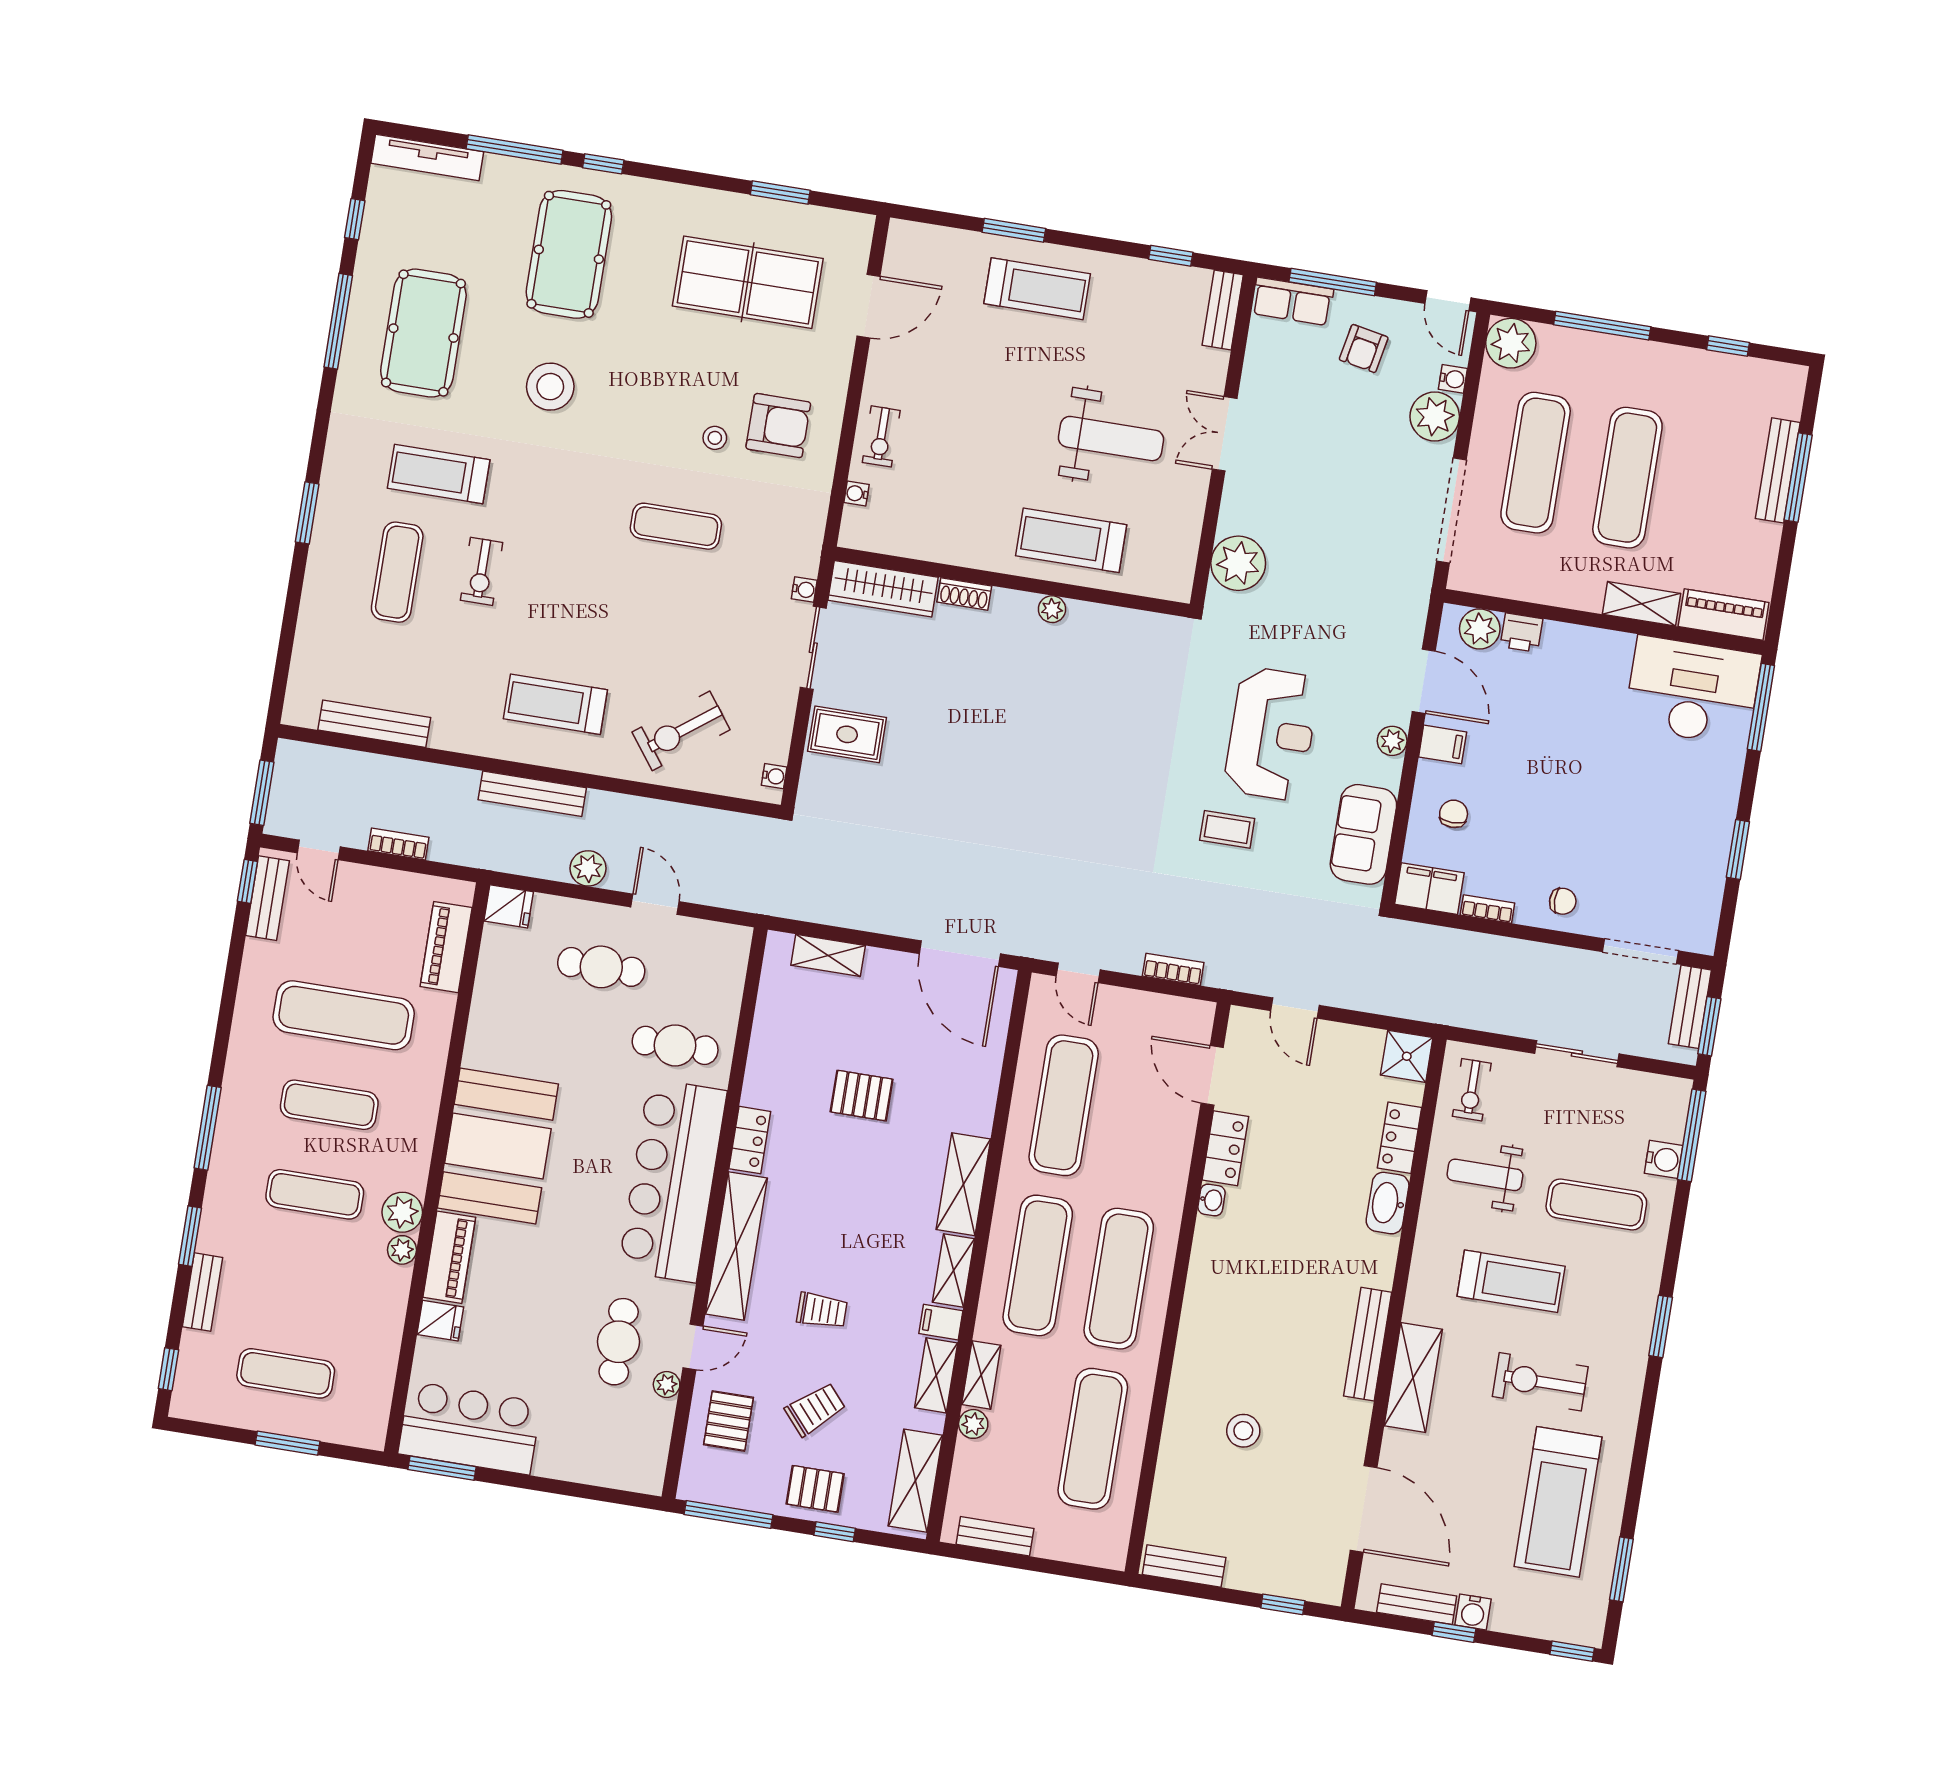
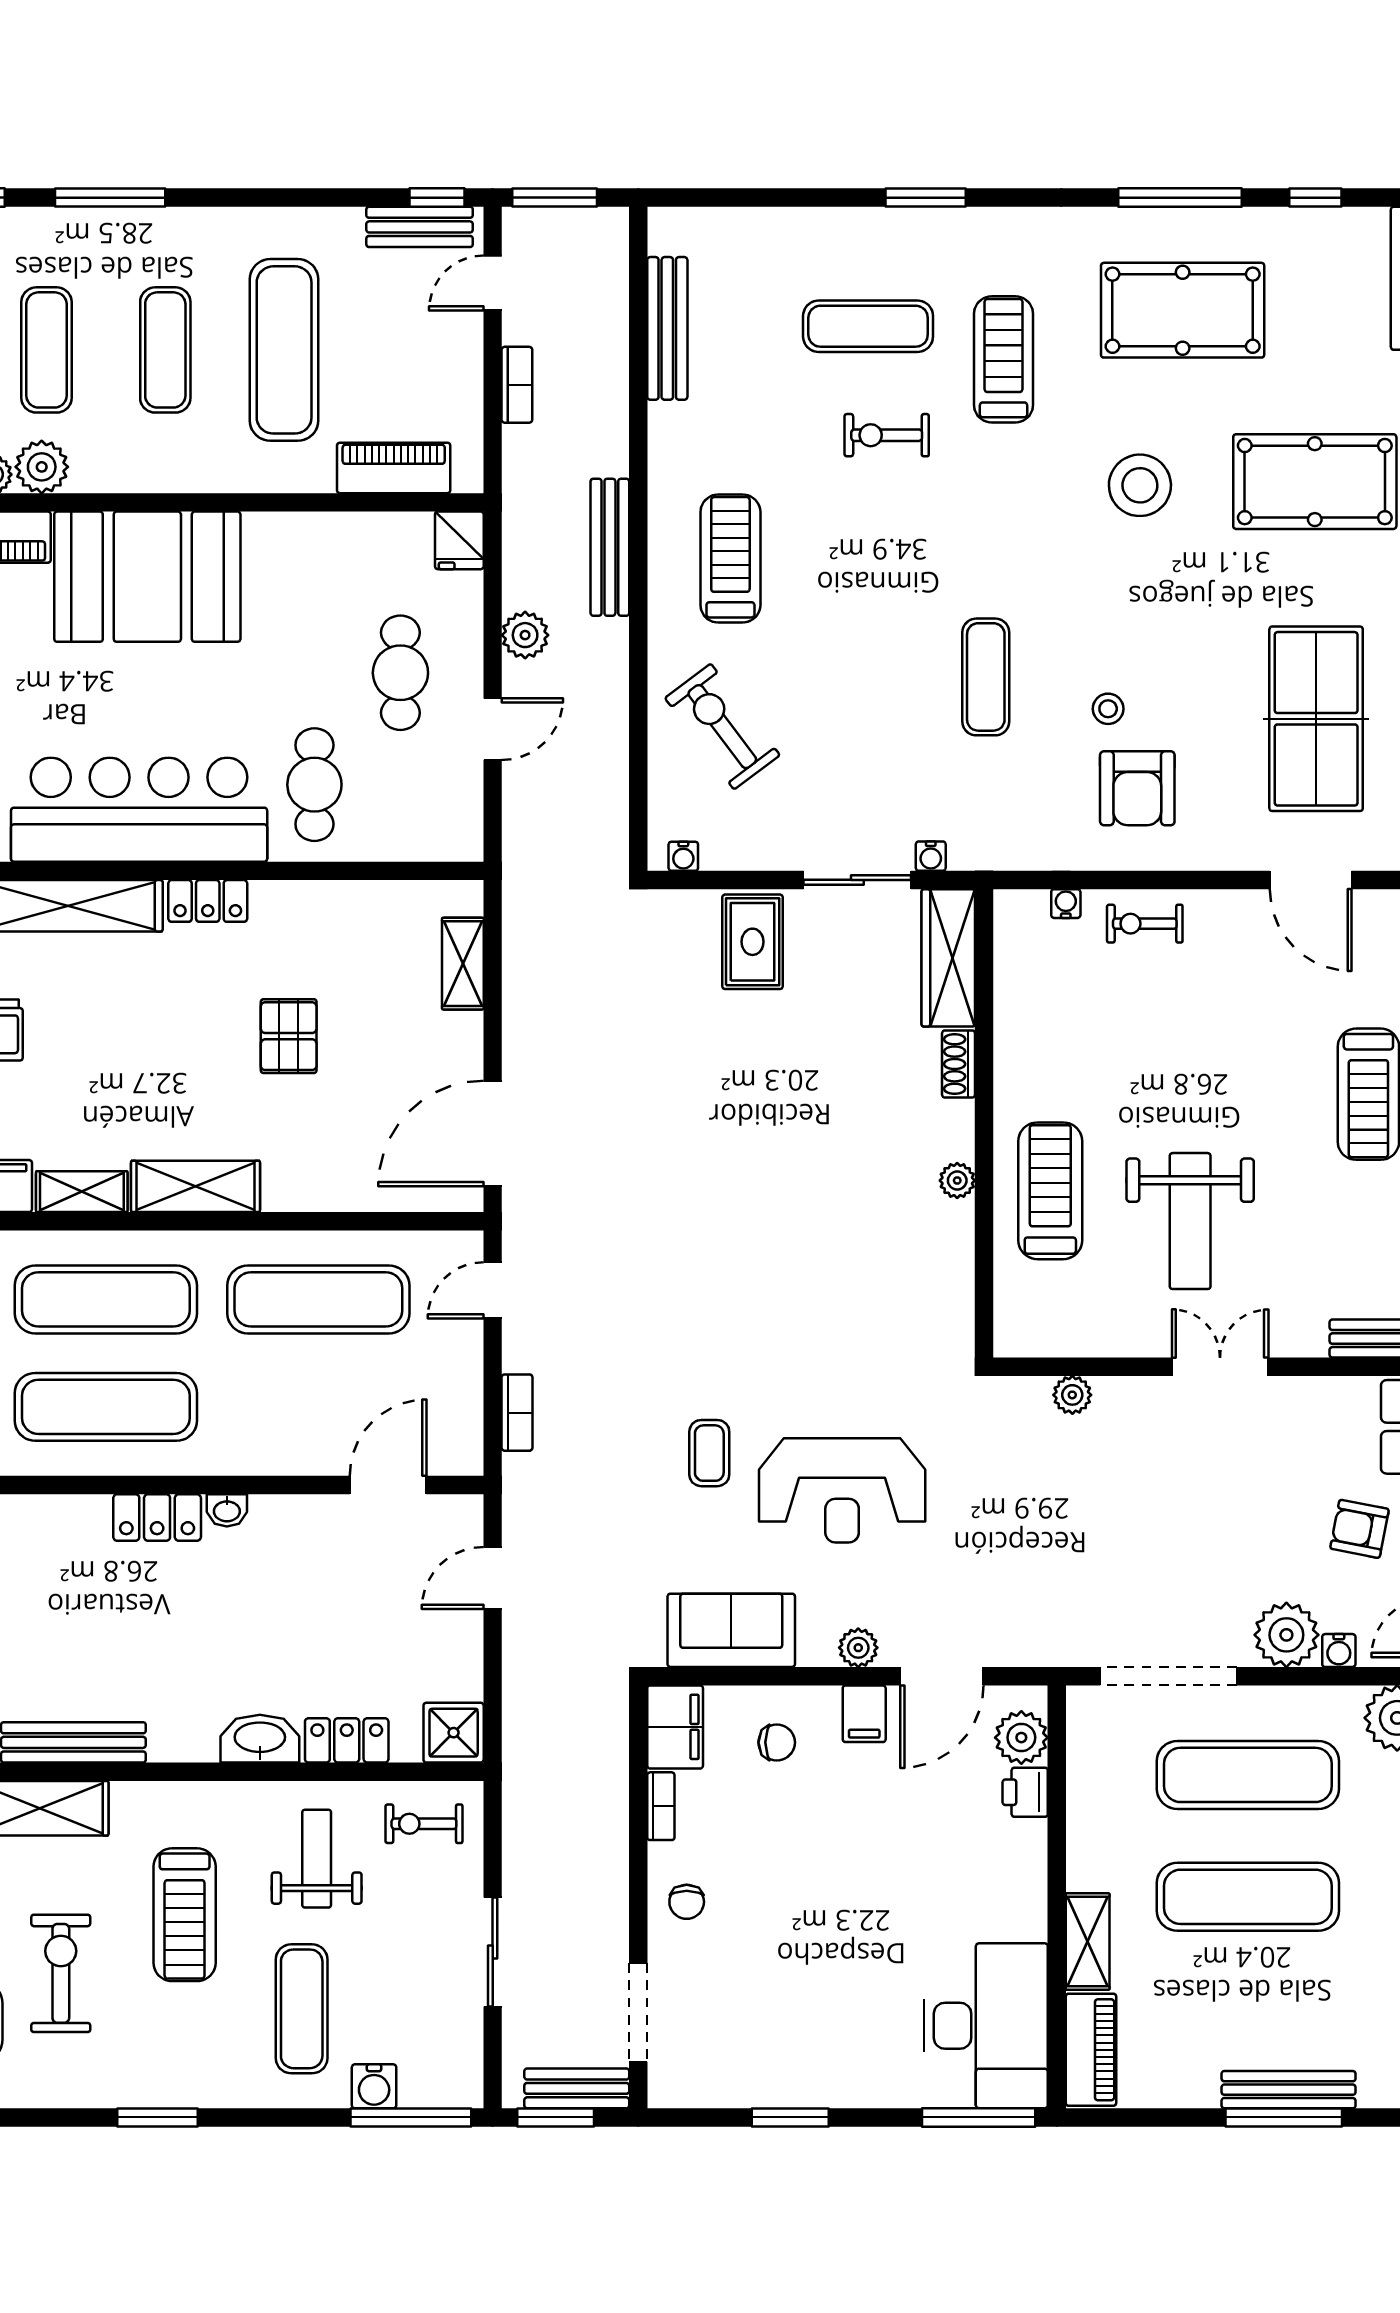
plant: (1238, 563) -> (1072, 1395), width x0.53, depth x0.53
locker: (1225, 1148) -> (157, 1517), moved

